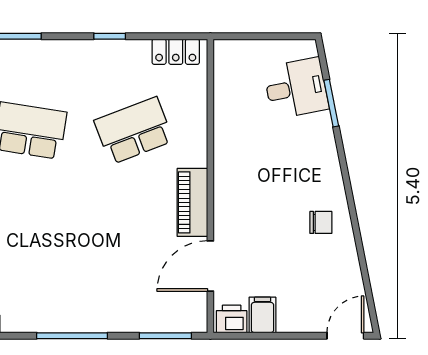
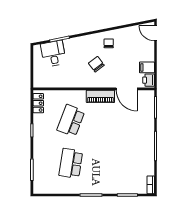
school desk: (134, 131) -> (71, 121), turned 42
chair: (270, 192) -> (96, 64), added

